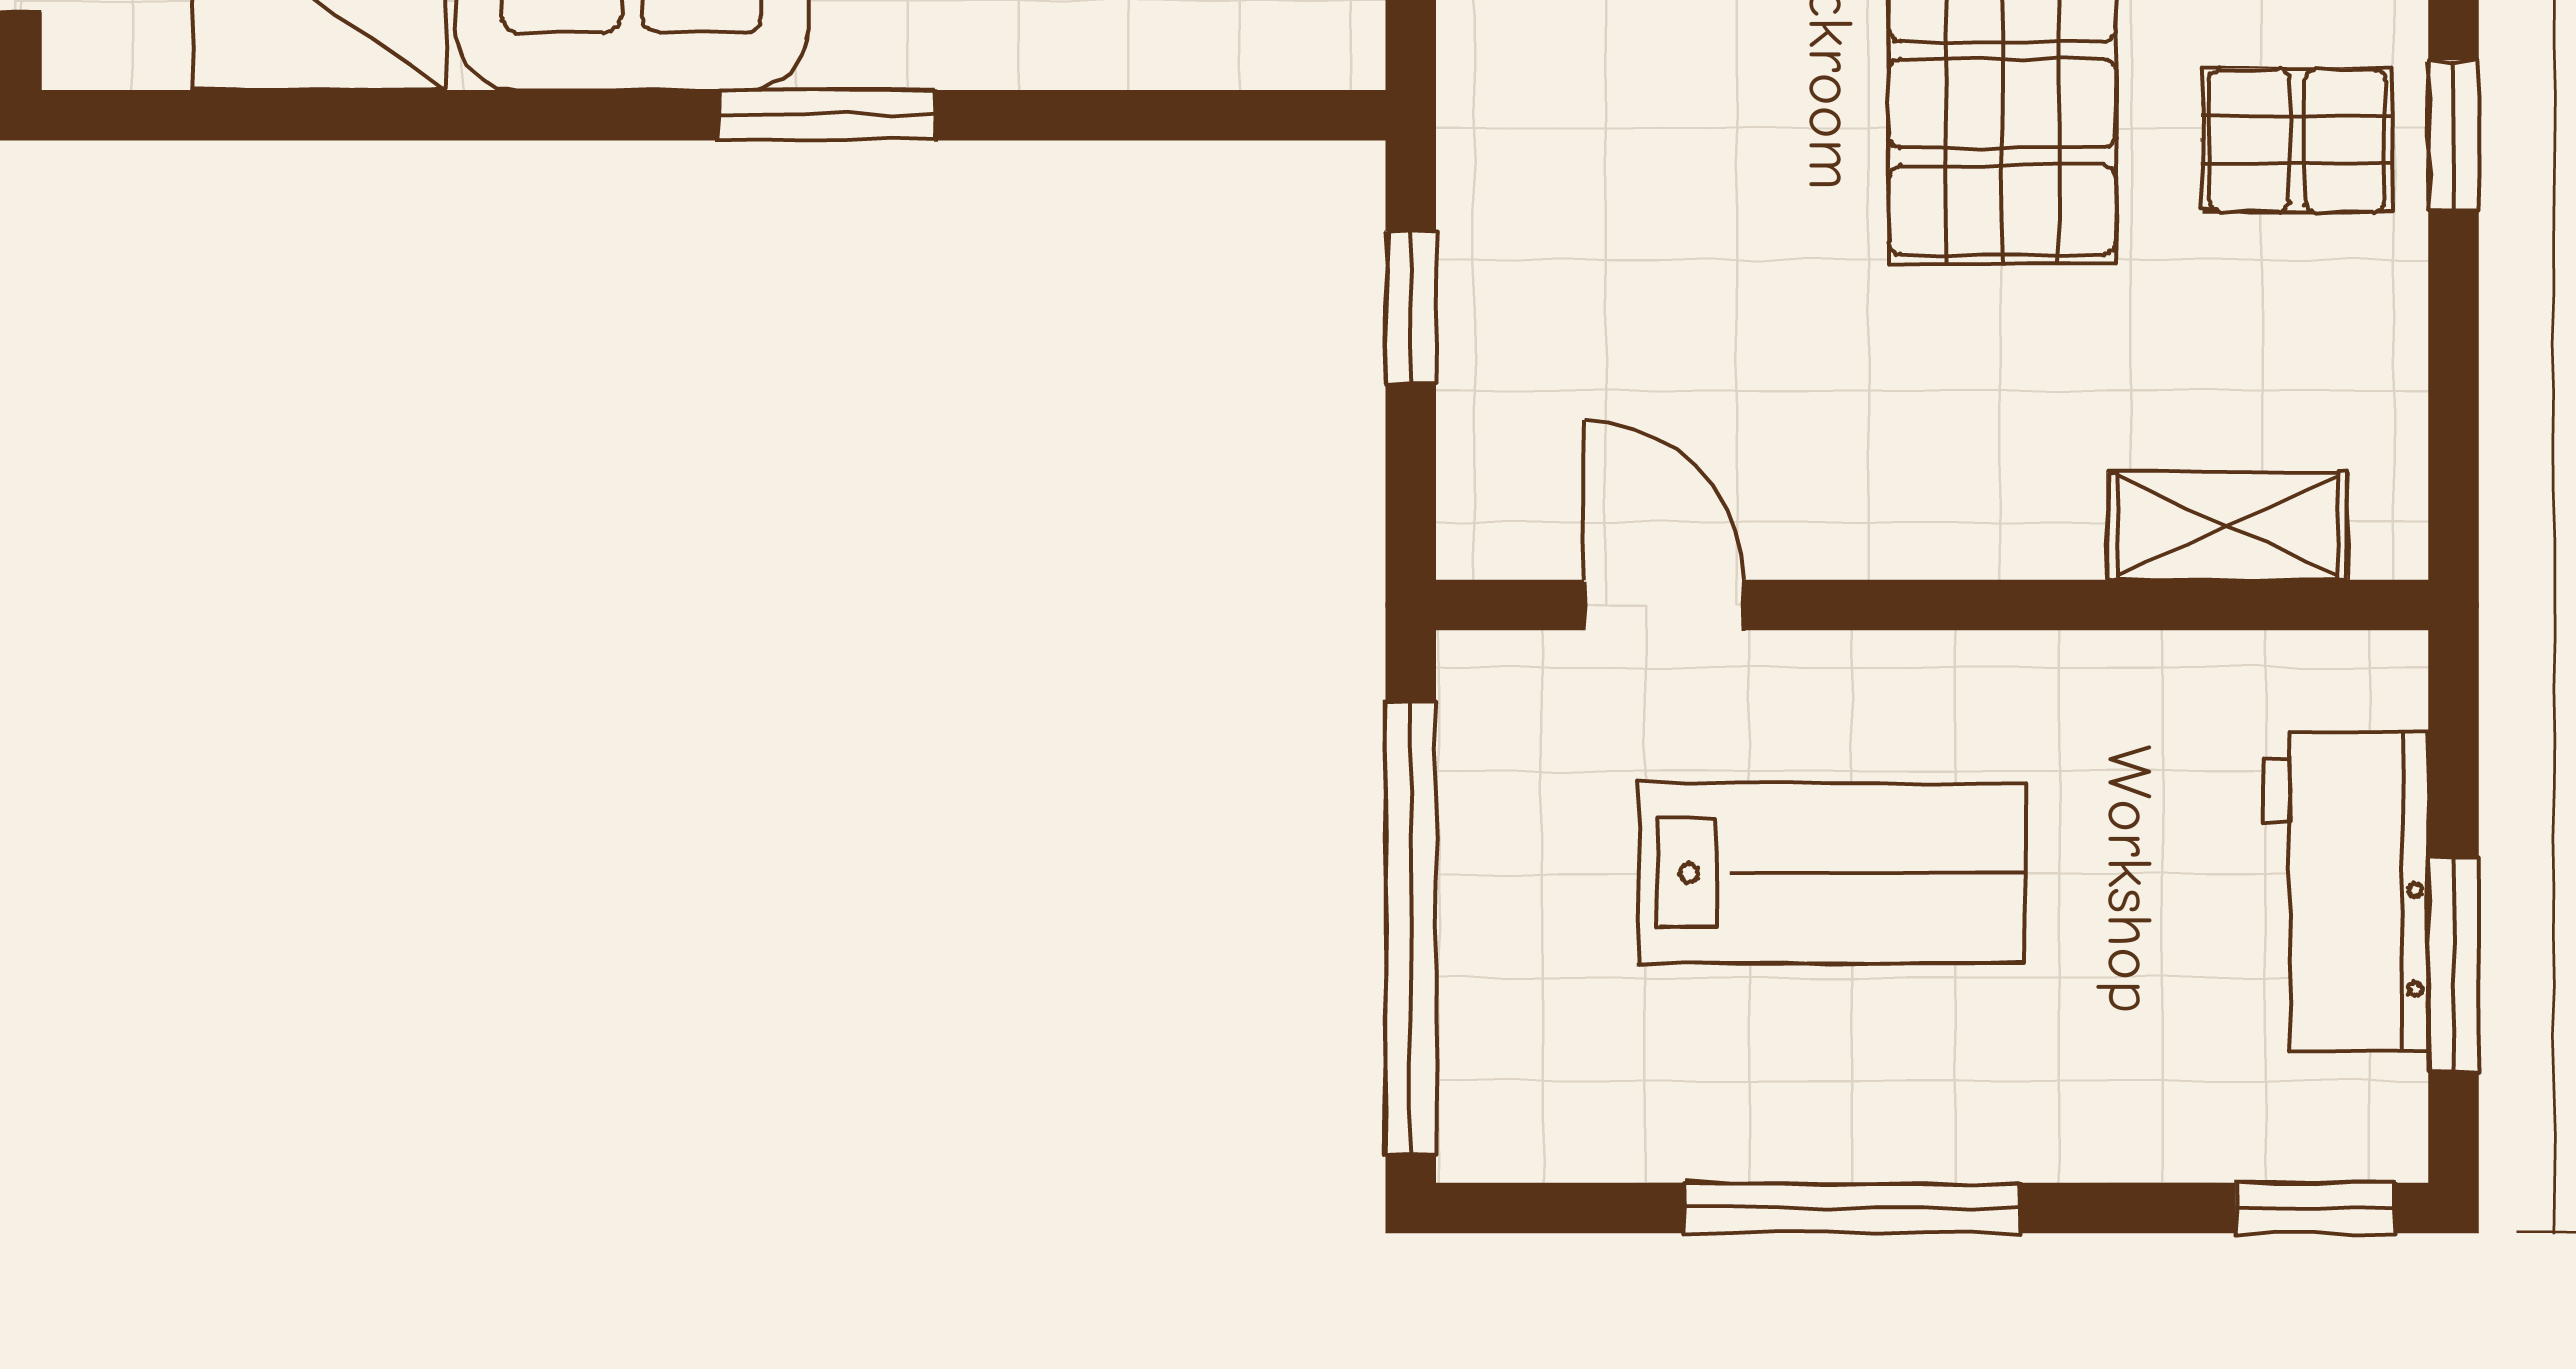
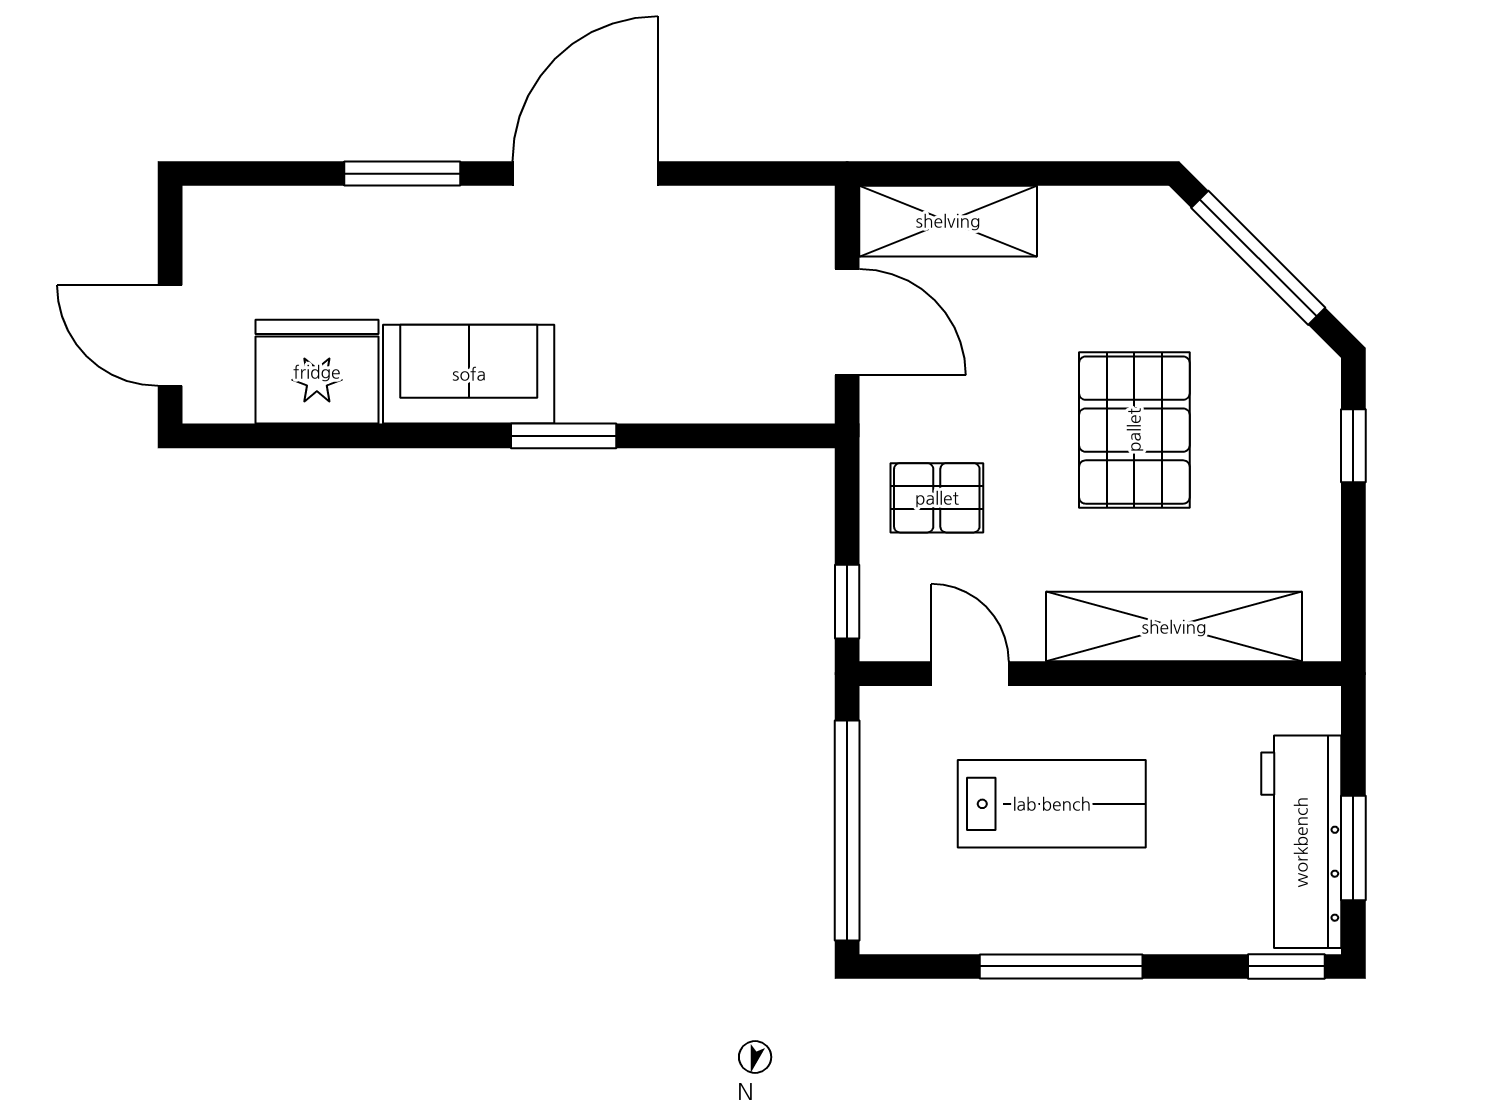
pallet: (2297, 140) -> (937, 498), moved
window: (1411, 308) -> (847, 602), moved
shelving: (2228, 526) -> (1174, 627), width x2.20, depth x1.33
workbench: (2346, 892) -> (1301, 842), width x1.37

